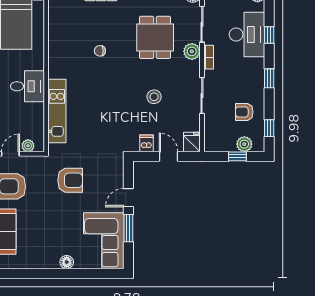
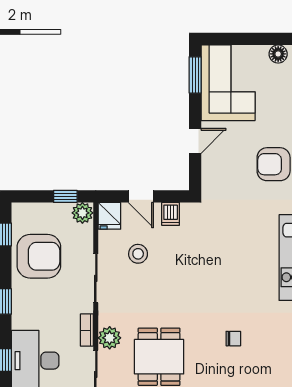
stool: (154, 97) -> (138, 254), moved
armchair: (244, 112) -> (39, 256), width x1.88, depth x1.88
plant: (244, 144) -> (82, 213), moved
window: (237, 156) -> (65, 196), moved
window: (128, 228) -> (195, 75), moved

